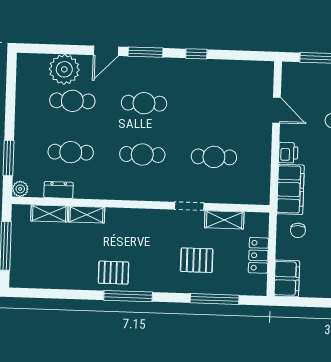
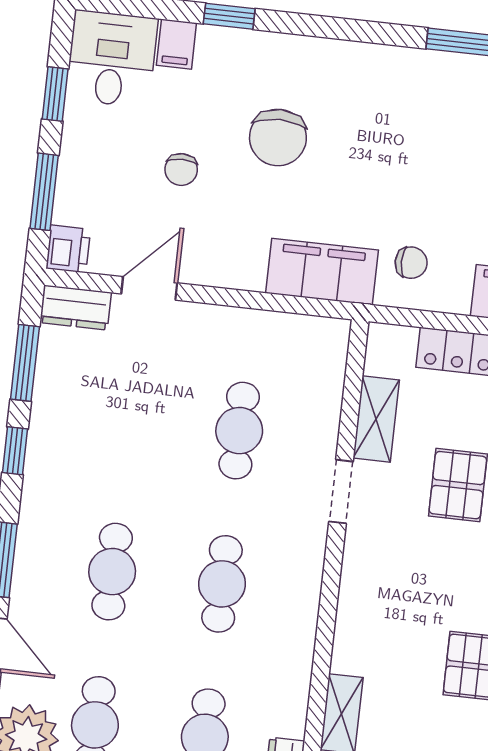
window: (237, 55) -> (25, 363), added
dresser: (265, 77) -> (76, 308), added
printer: (288, 153) -> (68, 249), moved, turned 90

